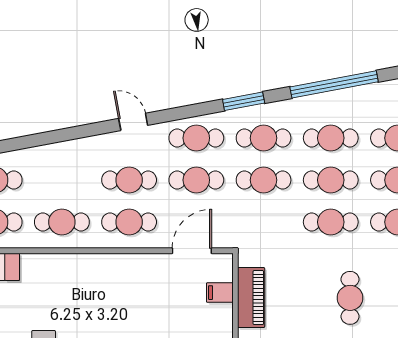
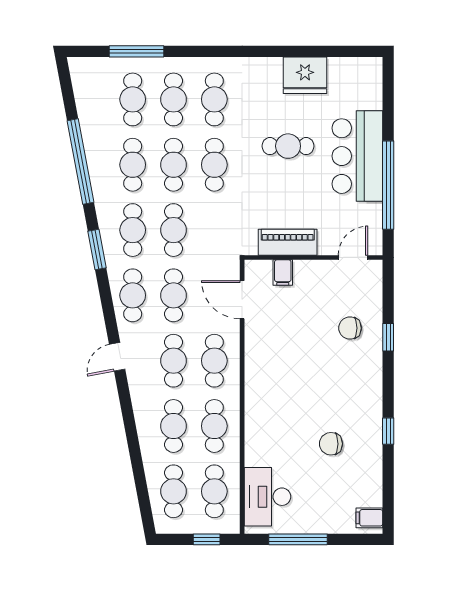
cafe table: (62, 180) -> (173, 426), added

